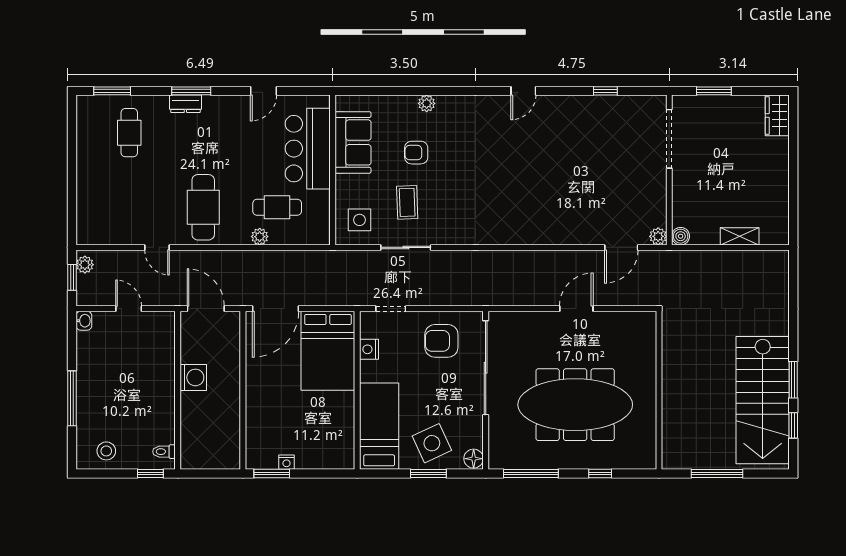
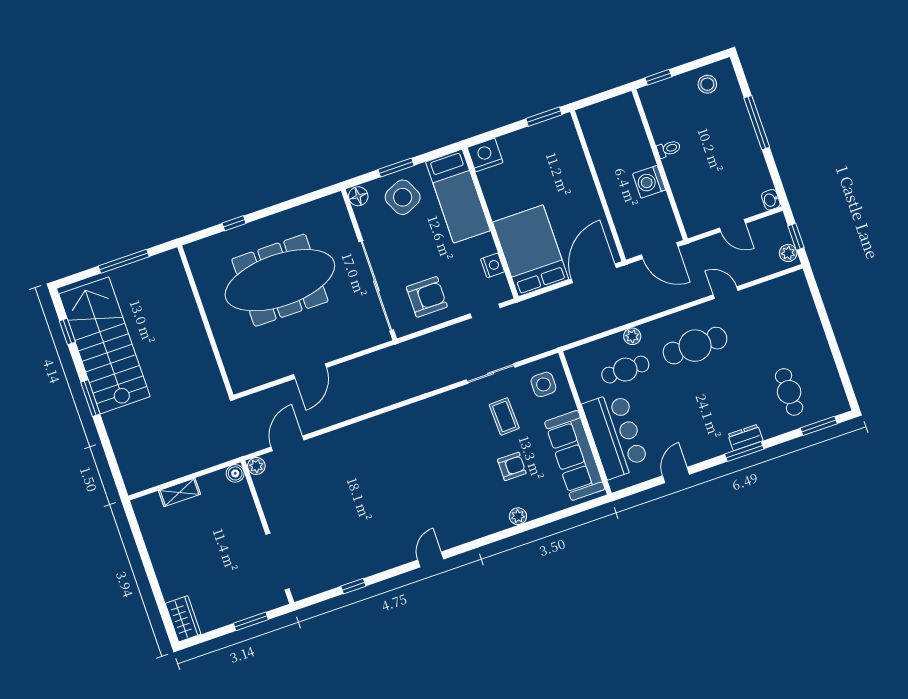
sofa: (353, 142) -> (575, 455), width x1.36
cafe table: (203, 207) -> (695, 346), turned 90
window: (793, 380) -> (90, 398), moved
toilet: (164, 452) -> (669, 149), moved
nightstand: (286, 462) -> (485, 155), moved, width x1.89, depth x1.79
window: (531, 473) -> (299, 201), removed

